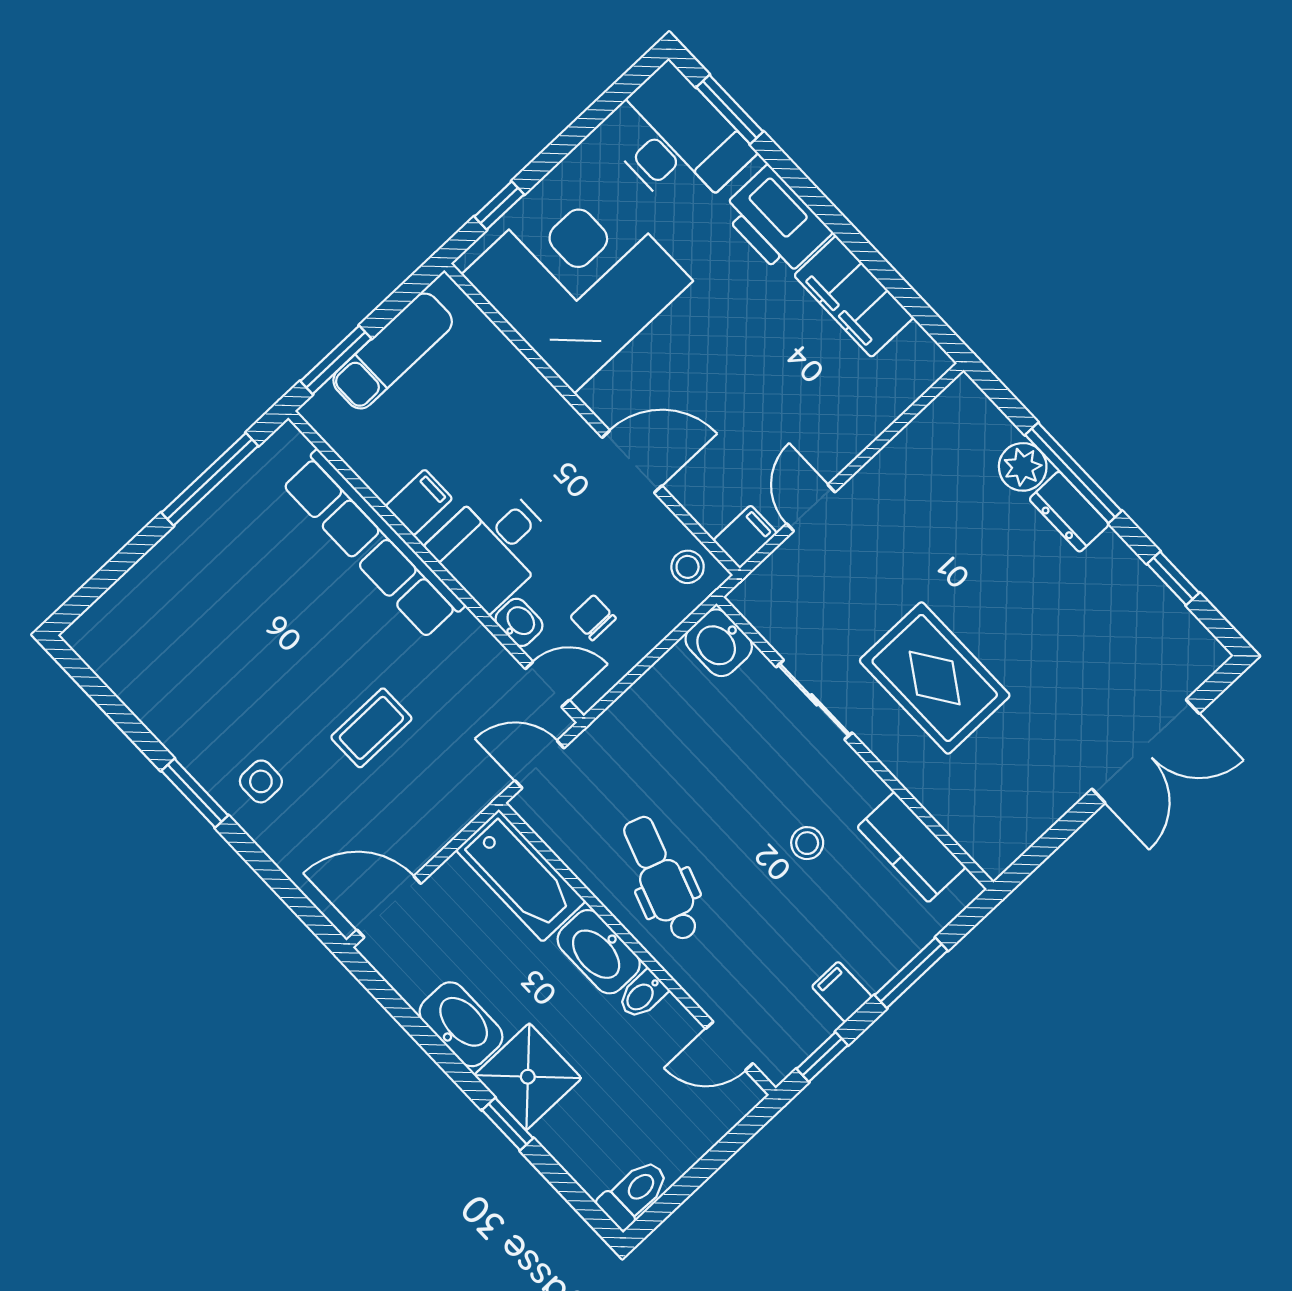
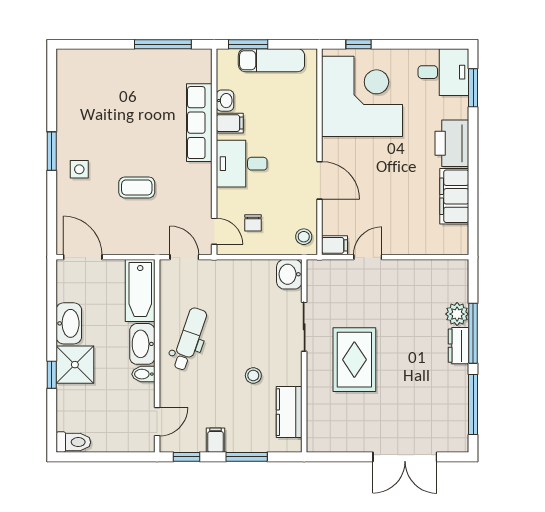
desk: (676, 141) -> (443, 72), width x0.73
row of seats: (373, 544) -> (199, 123), width x0.73
window: (1173, 578) -> (473, 405), width x2.17
chair: (593, 618) -> (253, 223), turned 180
washbasin: (519, 622) -> (225, 101), moved
door: (729, 1046) -> (157, 422), swing flipped

